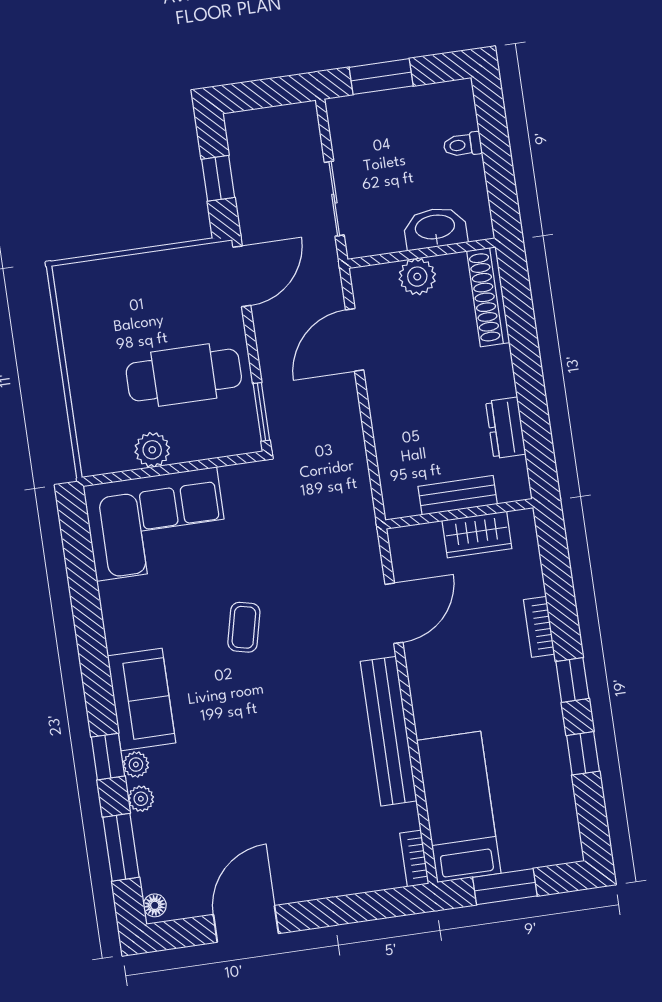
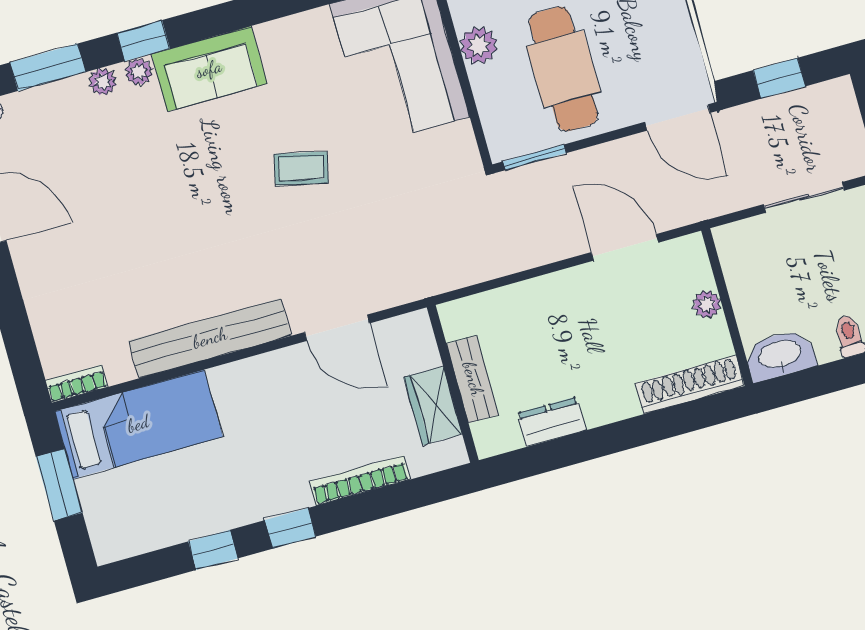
sliding door: (334, 199) -> (804, 197), moved
washbasin: (435, 228) -> (780, 355), moved, turned -90
plant: (417, 277) -> (707, 304), width x0.73, depth x0.73
bookcase: (539, 627) -> (360, 480), width x1.56

